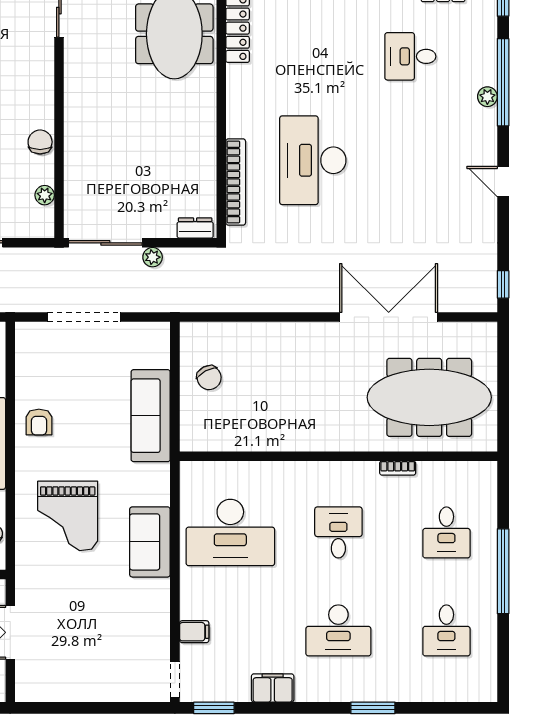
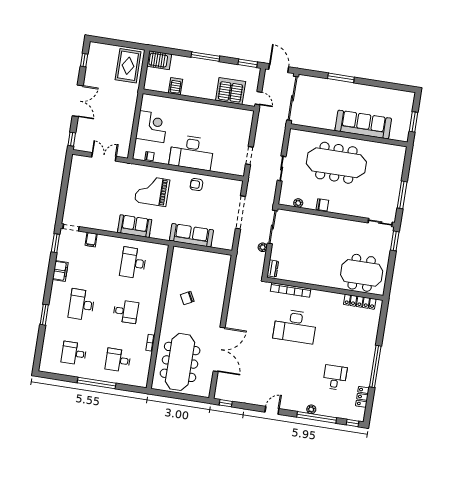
desk: (313, 160) -> (295, 326), turned 180
chair: (209, 378) -> (187, 298), moved
desk: (230, 532) -> (133, 263), width x0.73, depth x0.77

